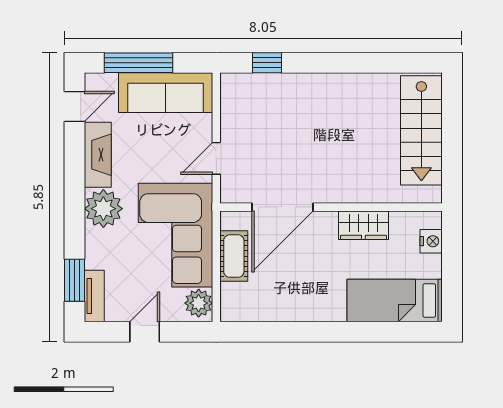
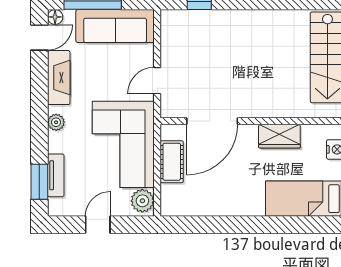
floor lamp: (93, 82) -> (55, 17), added
plant: (103, 209) -> (56, 122), width x0.53, depth x0.53
tv unit: (94, 296) -> (56, 175), moved

